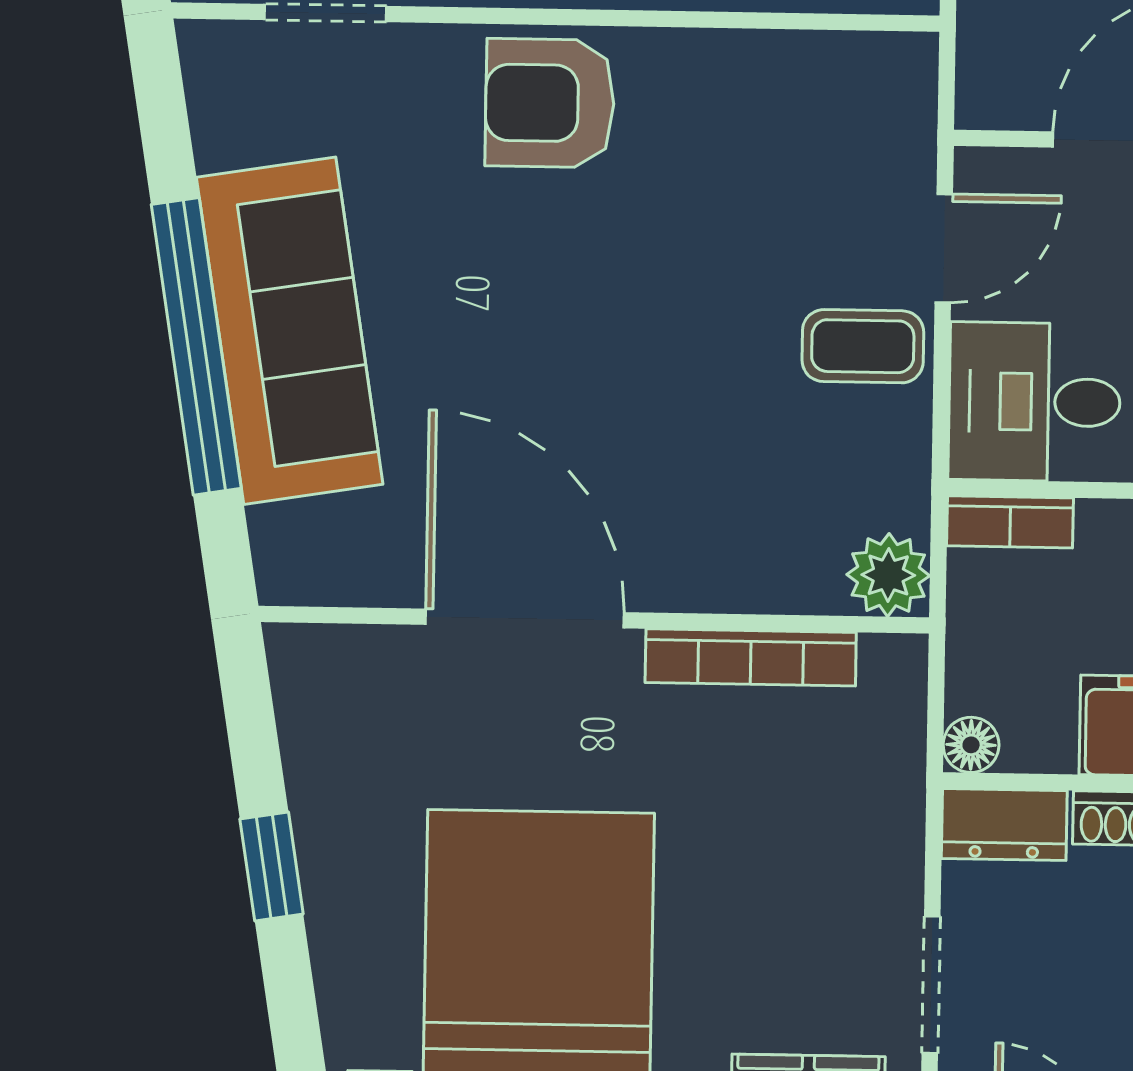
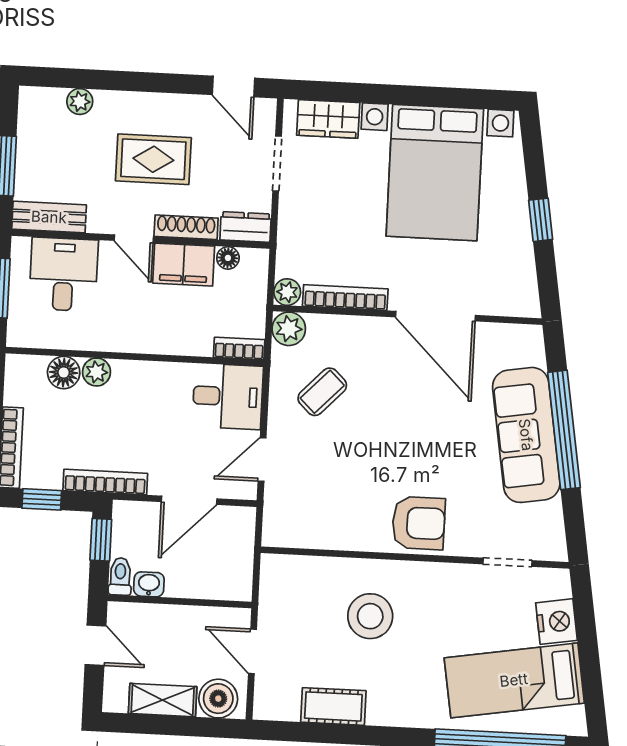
coffee table: (863, 346) -> (322, 392), moved, turned -46
plant: (895, 666) -> (287, 292), added
floor lamp: (971, 745) -> (228, 258), moved

